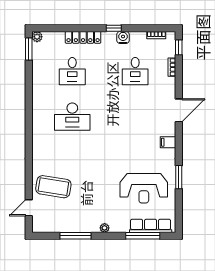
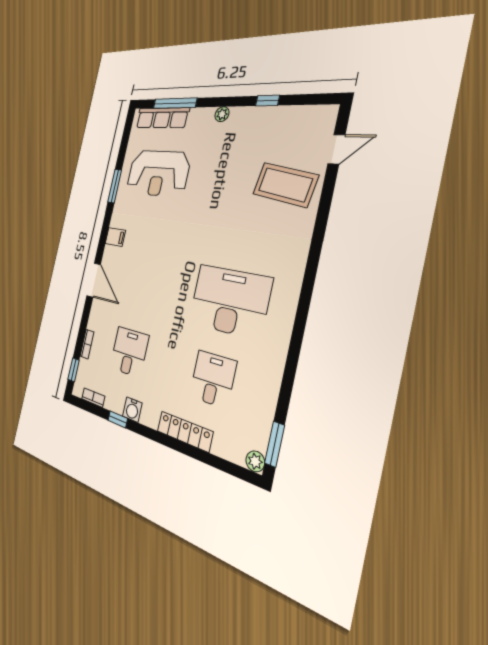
window: (114, 28) -> (118, 419), moved
door: (179, 110) -> (94, 280), swing flipped
desk: (72, 117) -> (229, 301), width x1.36, depth x1.30
reception desk: (144, 188) -> (158, 173), turned 180
window: (75, 236) -> (267, 101), width x0.46

